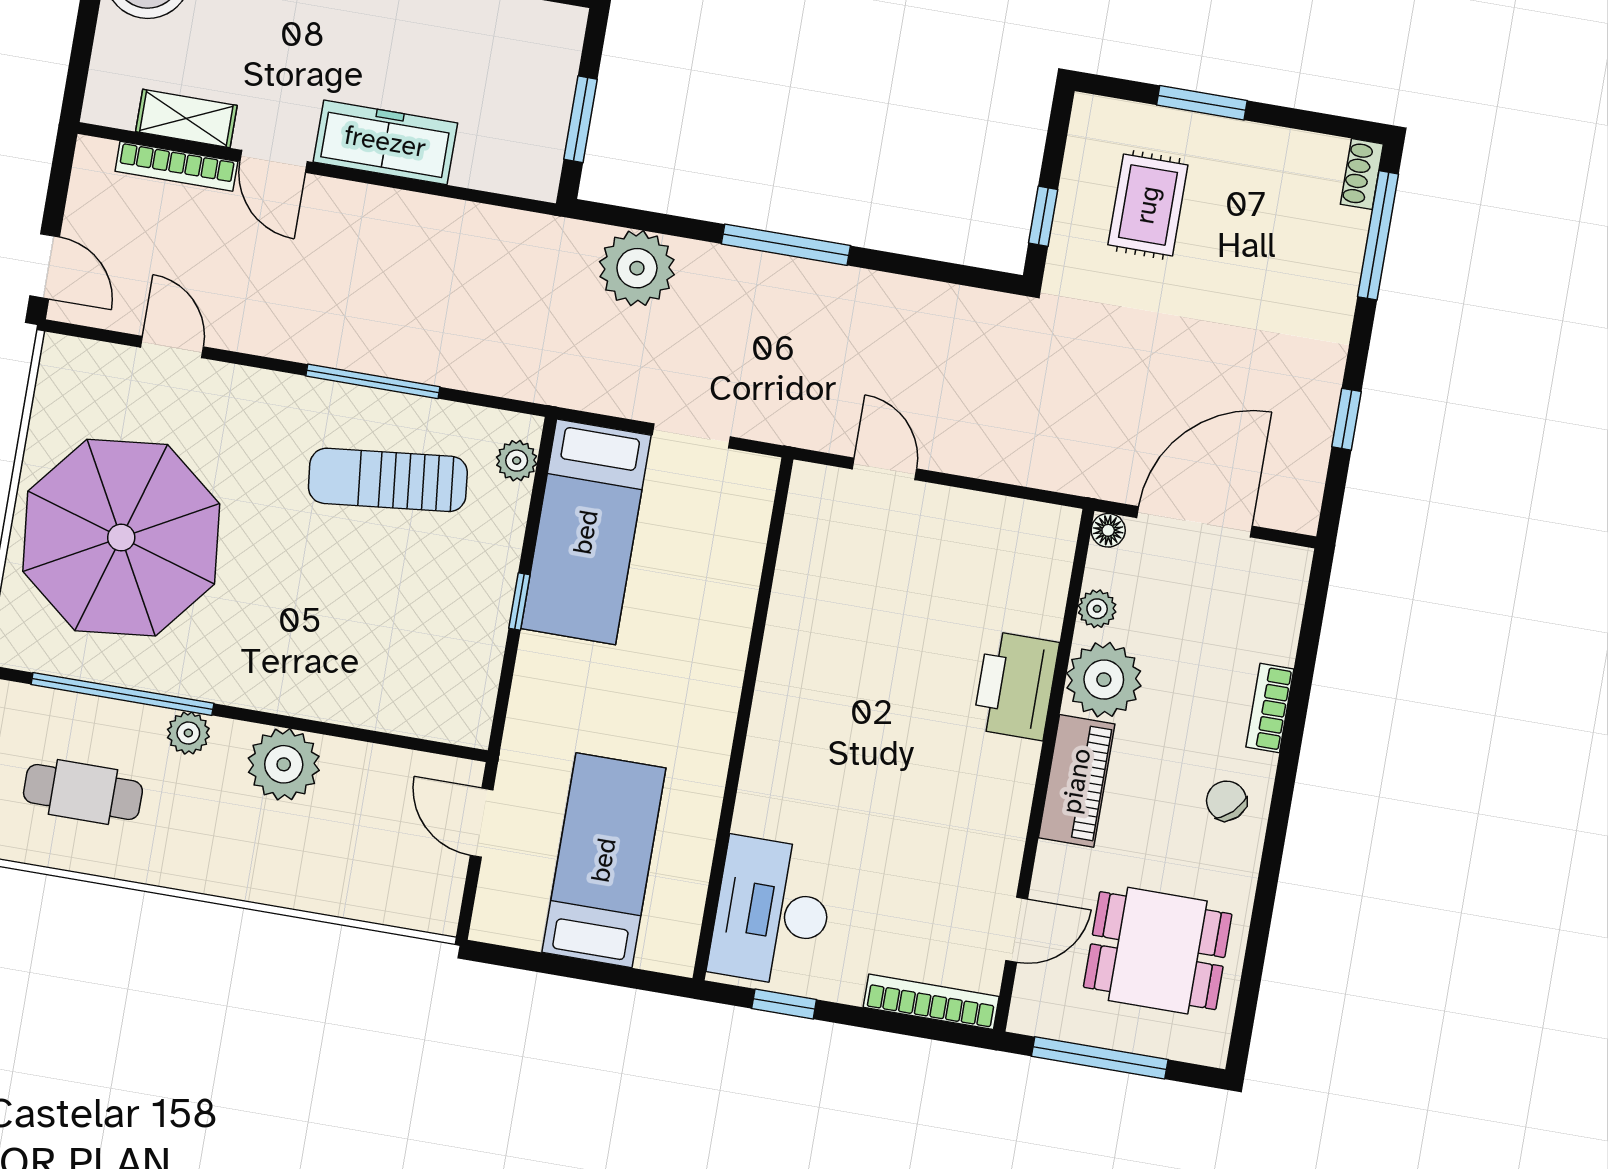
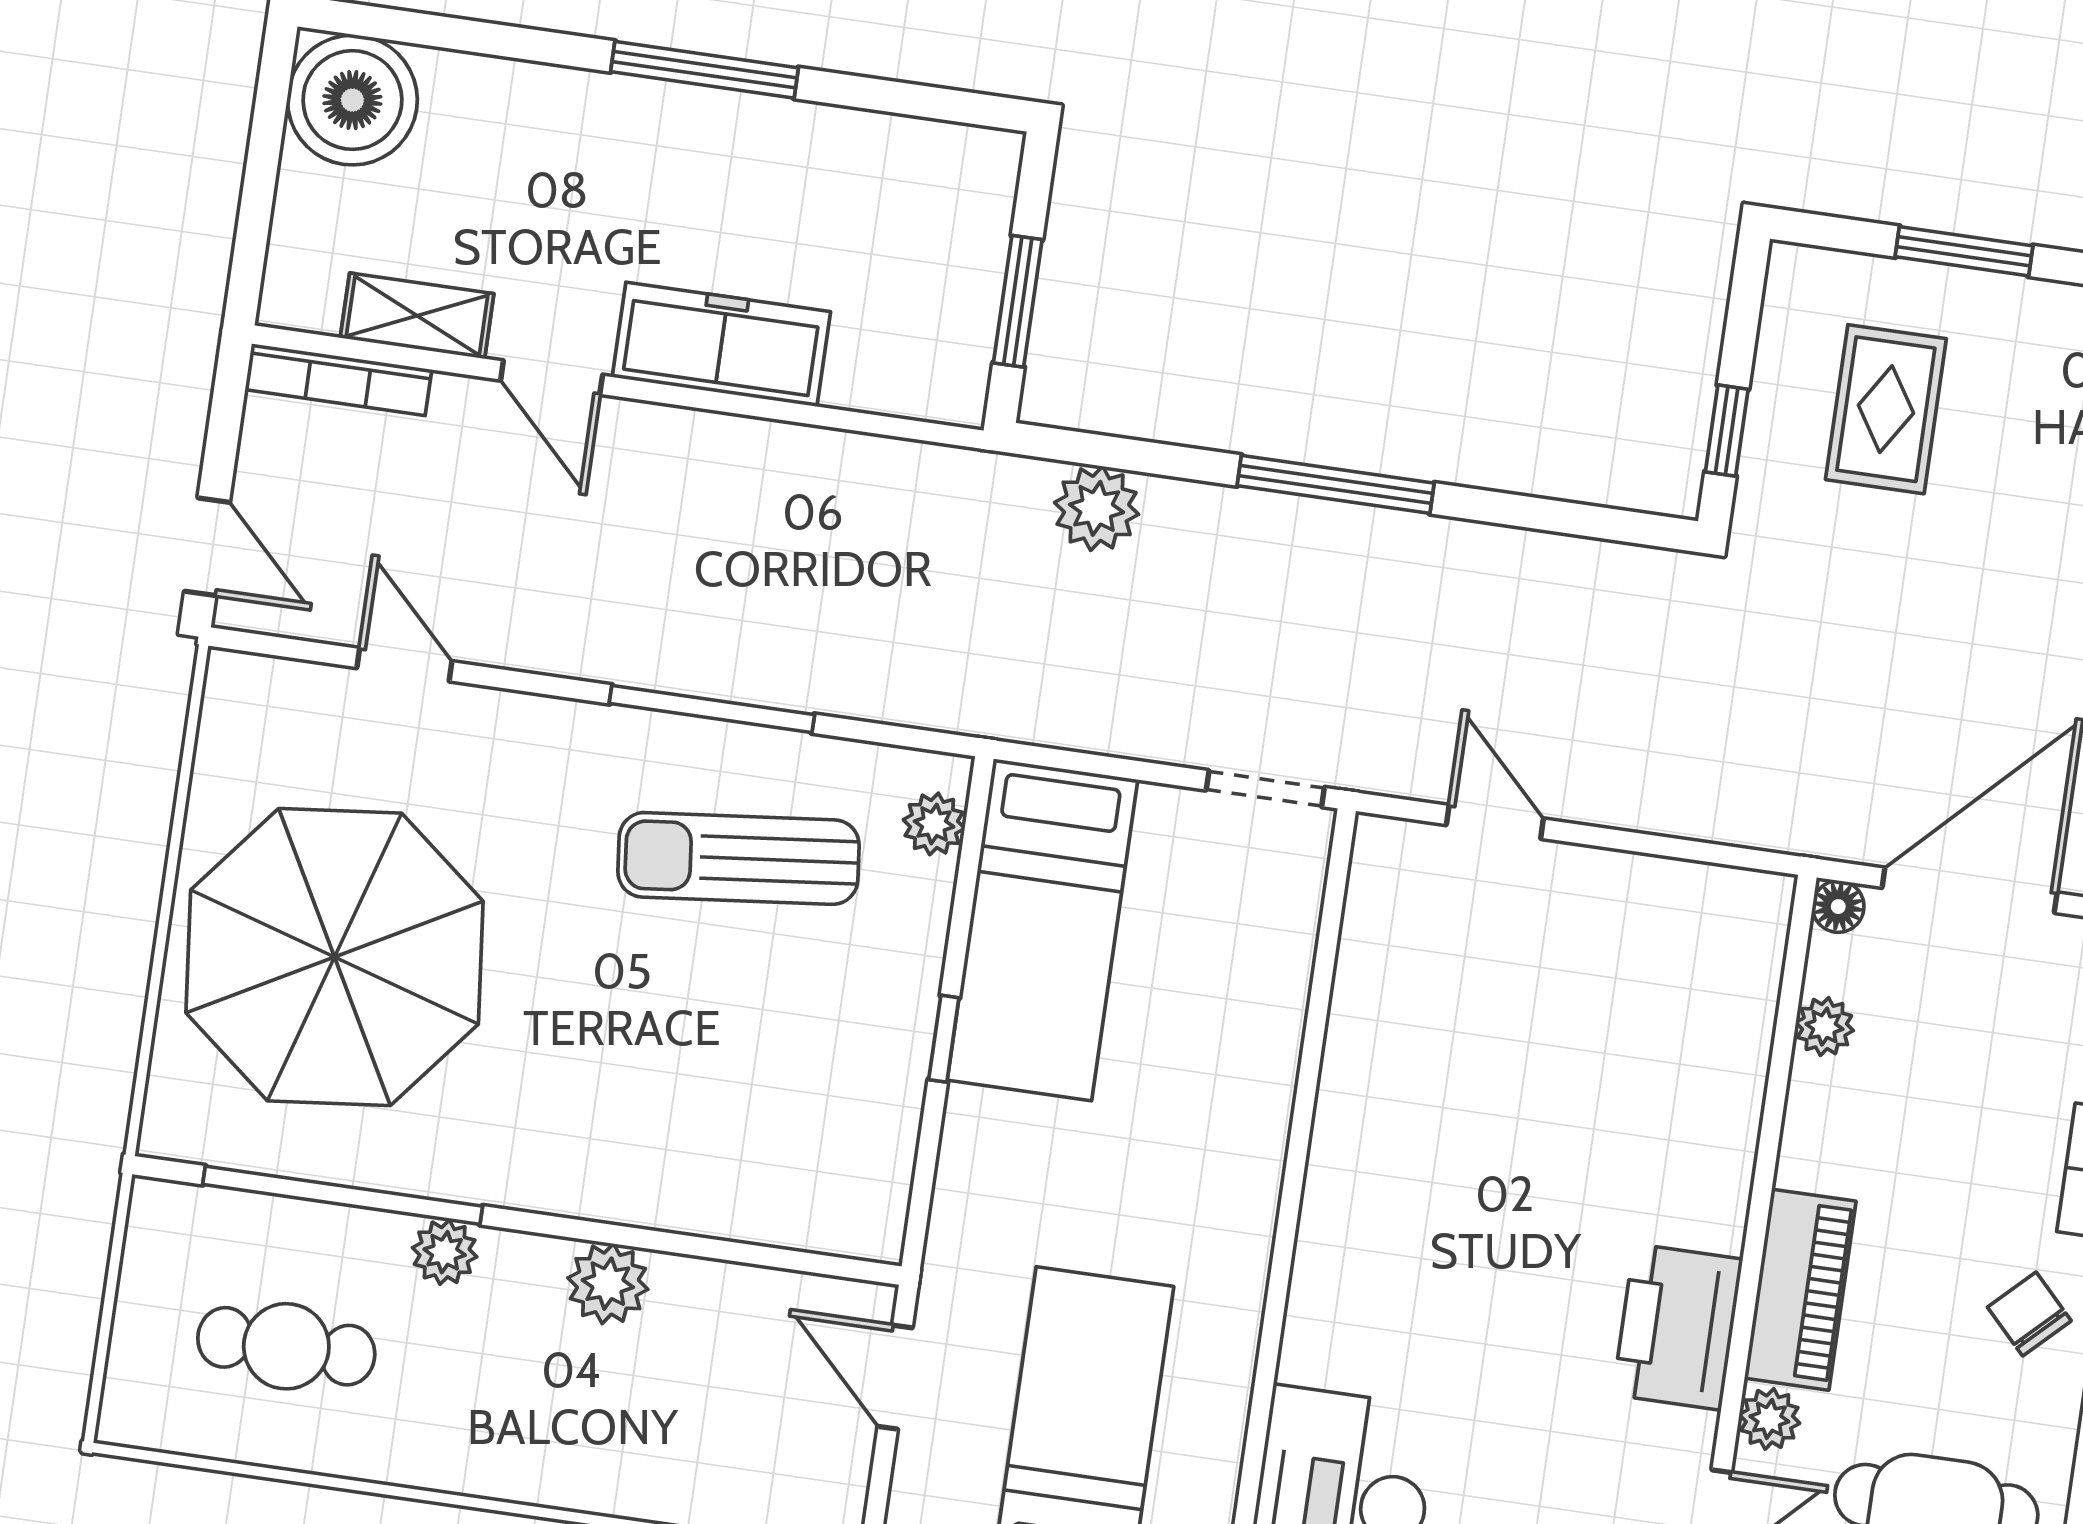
bookcase: (176, 166) -> (338, 380), moved
plant: (637, 268) -> (1097, 508), width x0.73, depth x0.73
doorway: (691, 436) -> (1265, 789), moved
plant: (1104, 680) -> (1769, 1419), moved, width x0.53, depth x0.53
printer: (1016, 686) -> (1678, 1327), moved
plant: (284, 764) -> (608, 1284), width x0.73, depth x0.73

